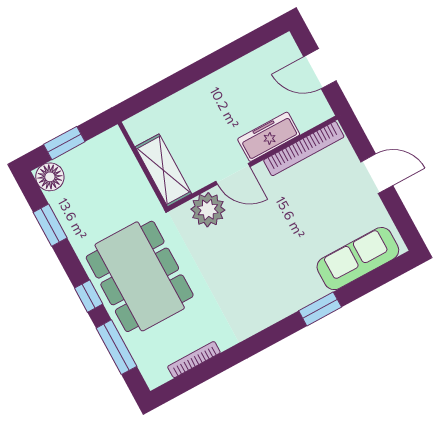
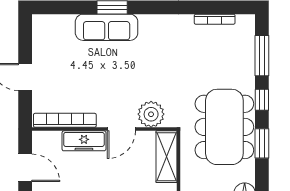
door: (233, 174) -> (121, 129), swing flipped
window: (50, 225) -> (262, 143), moved
sofa: (358, 259) -> (107, 27), moved
dining table: (140, 276) -> (224, 127), moved

